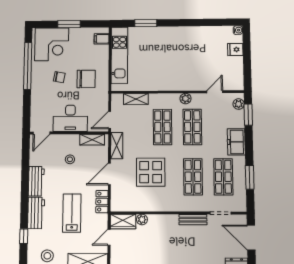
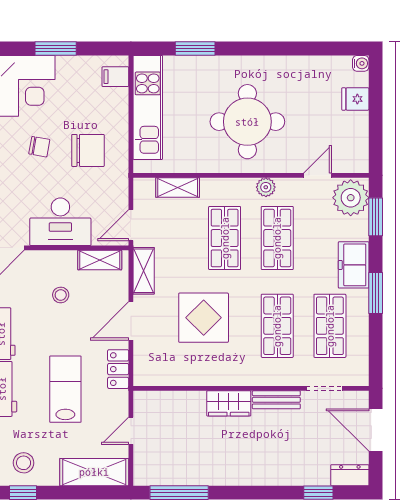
round table: (175, 62) -> (247, 122), added
plant: (239, 104) -> (351, 198), width x1.88, depth x1.88
window: (250, 177) -> (376, 293), moved
plant: (142, 220) -> (188, 400), removed
wardrobe: (123, 221) -> (229, 403), moved

